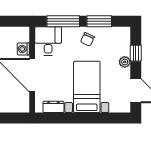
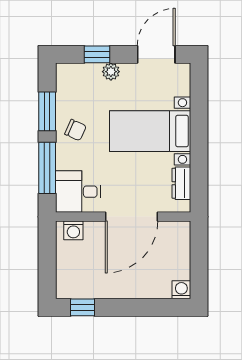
washing machine: (23, 49) -> (73, 230), moved

